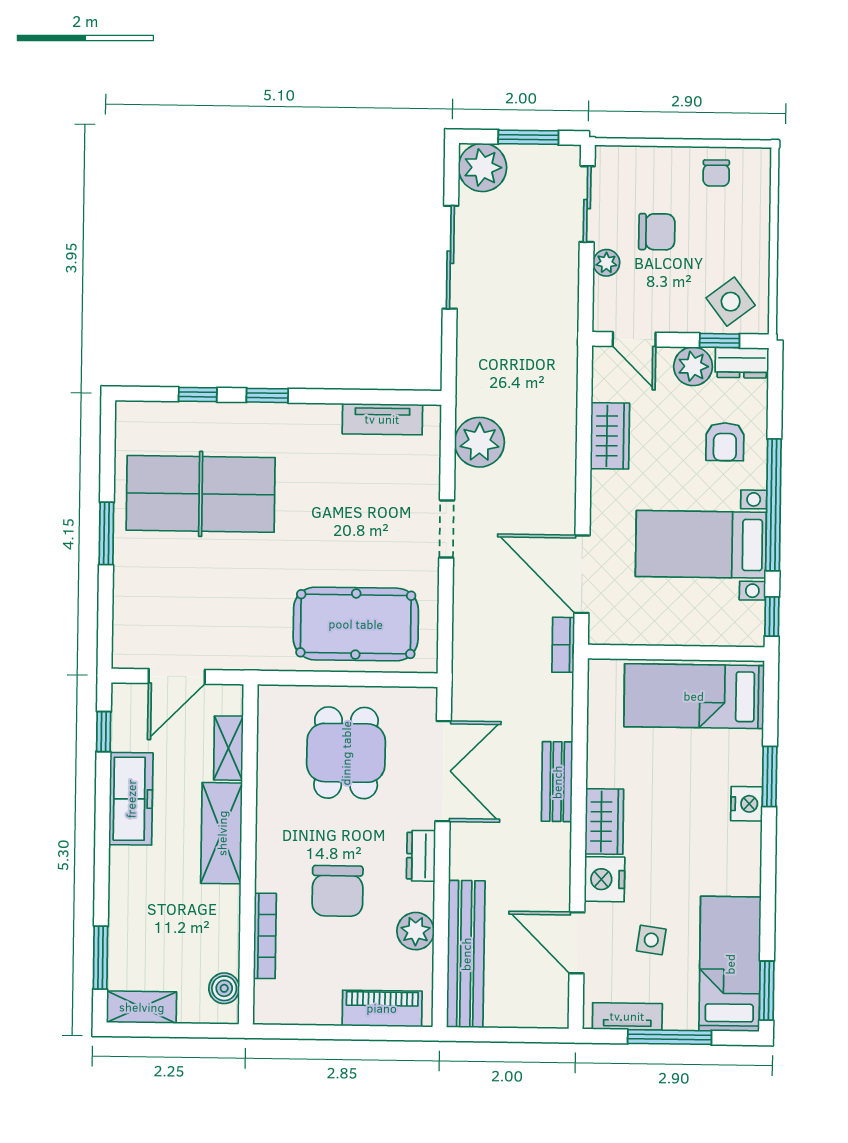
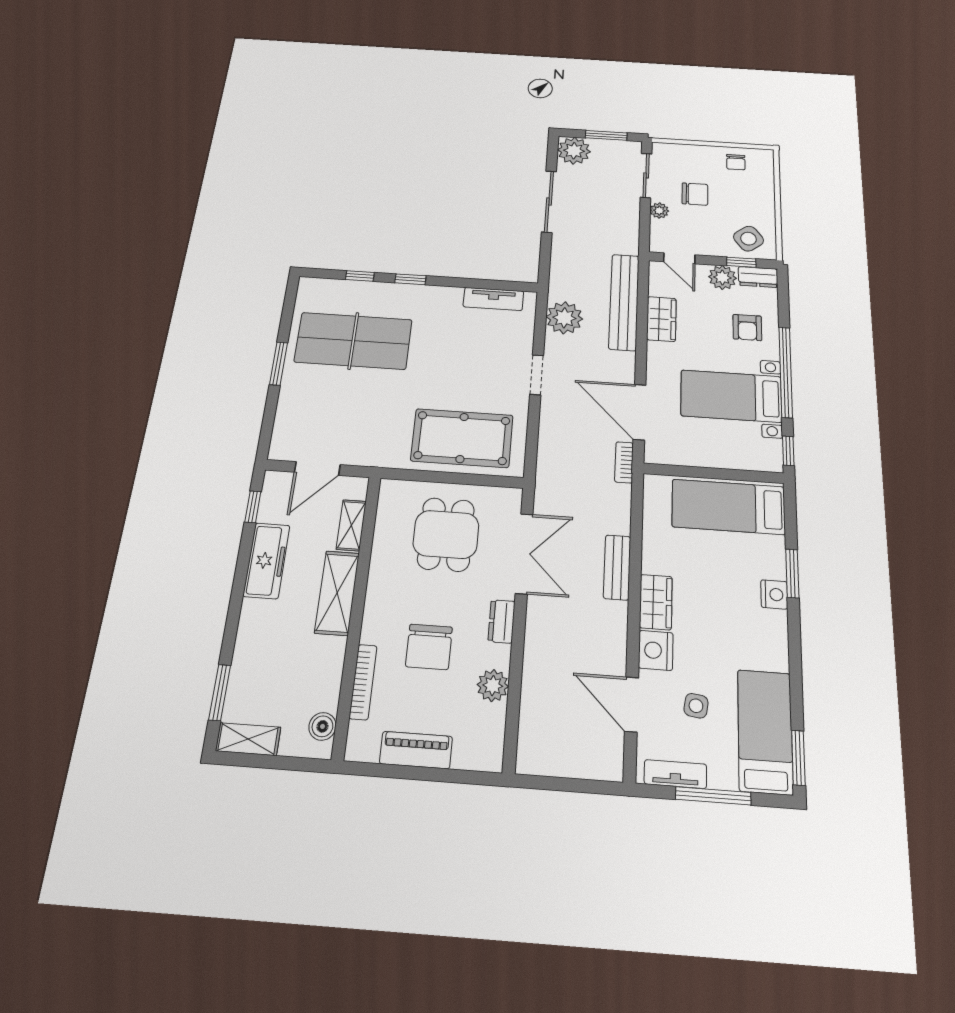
bench: (466, 954) -> (624, 302), moved
piano: (382, 1008) -> (416, 750), moved

